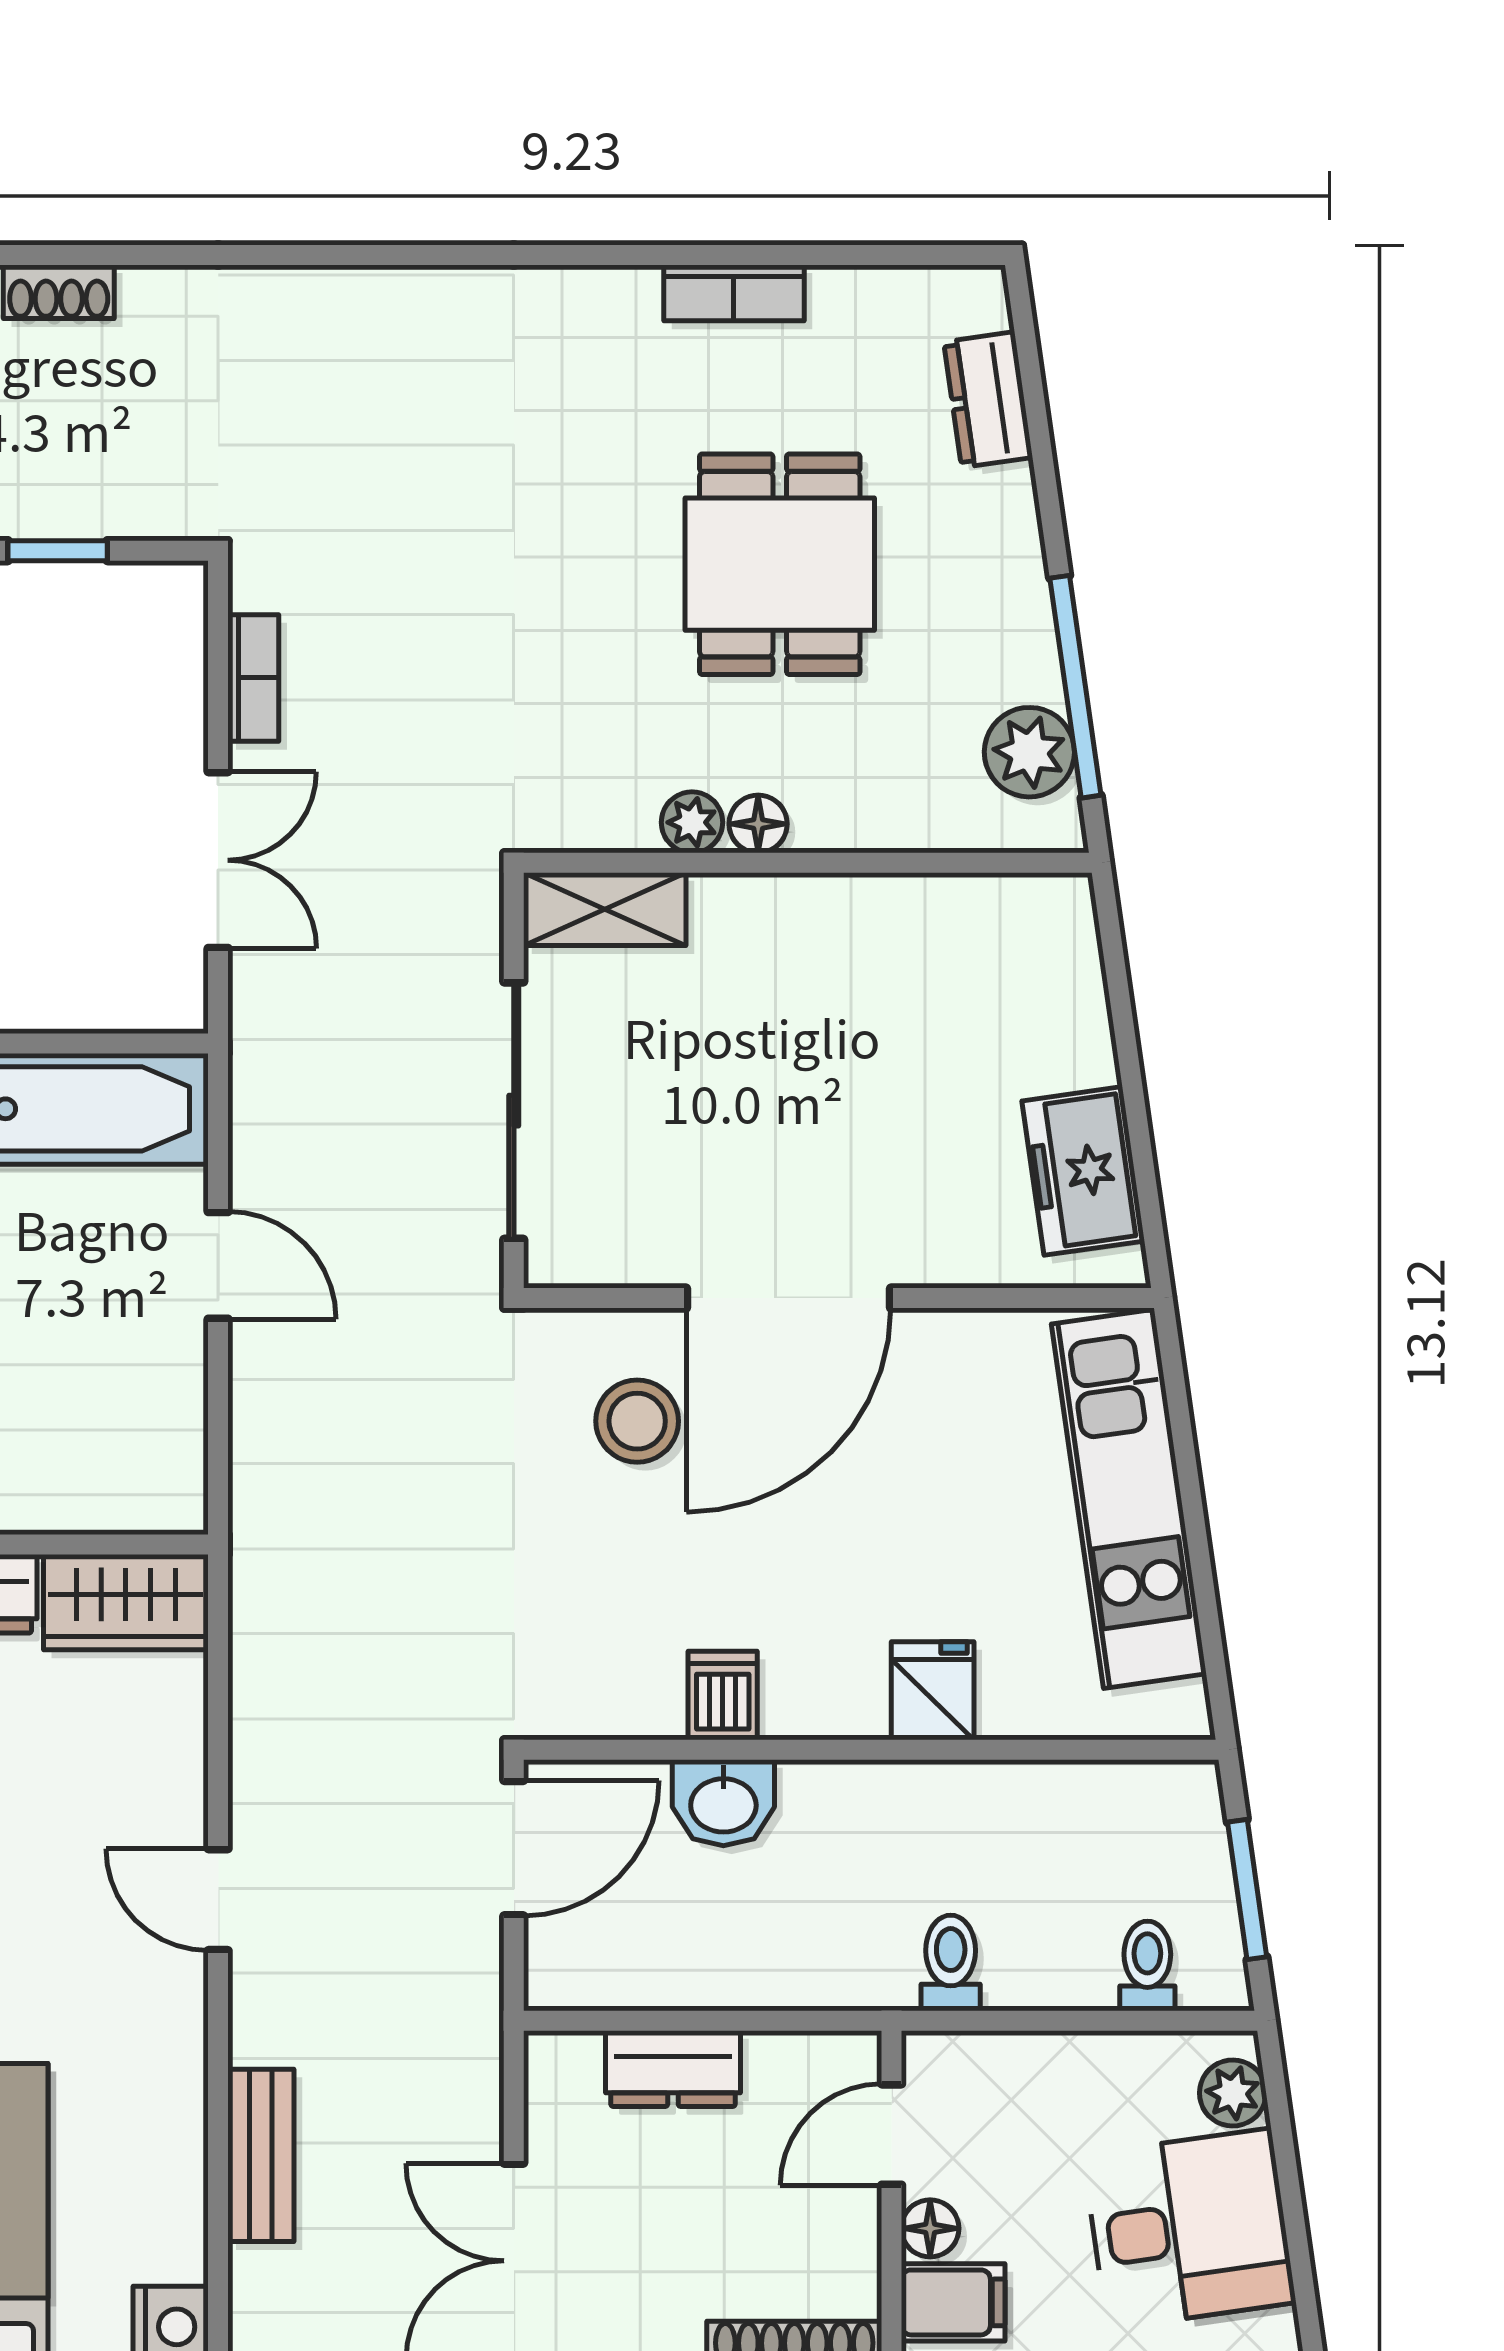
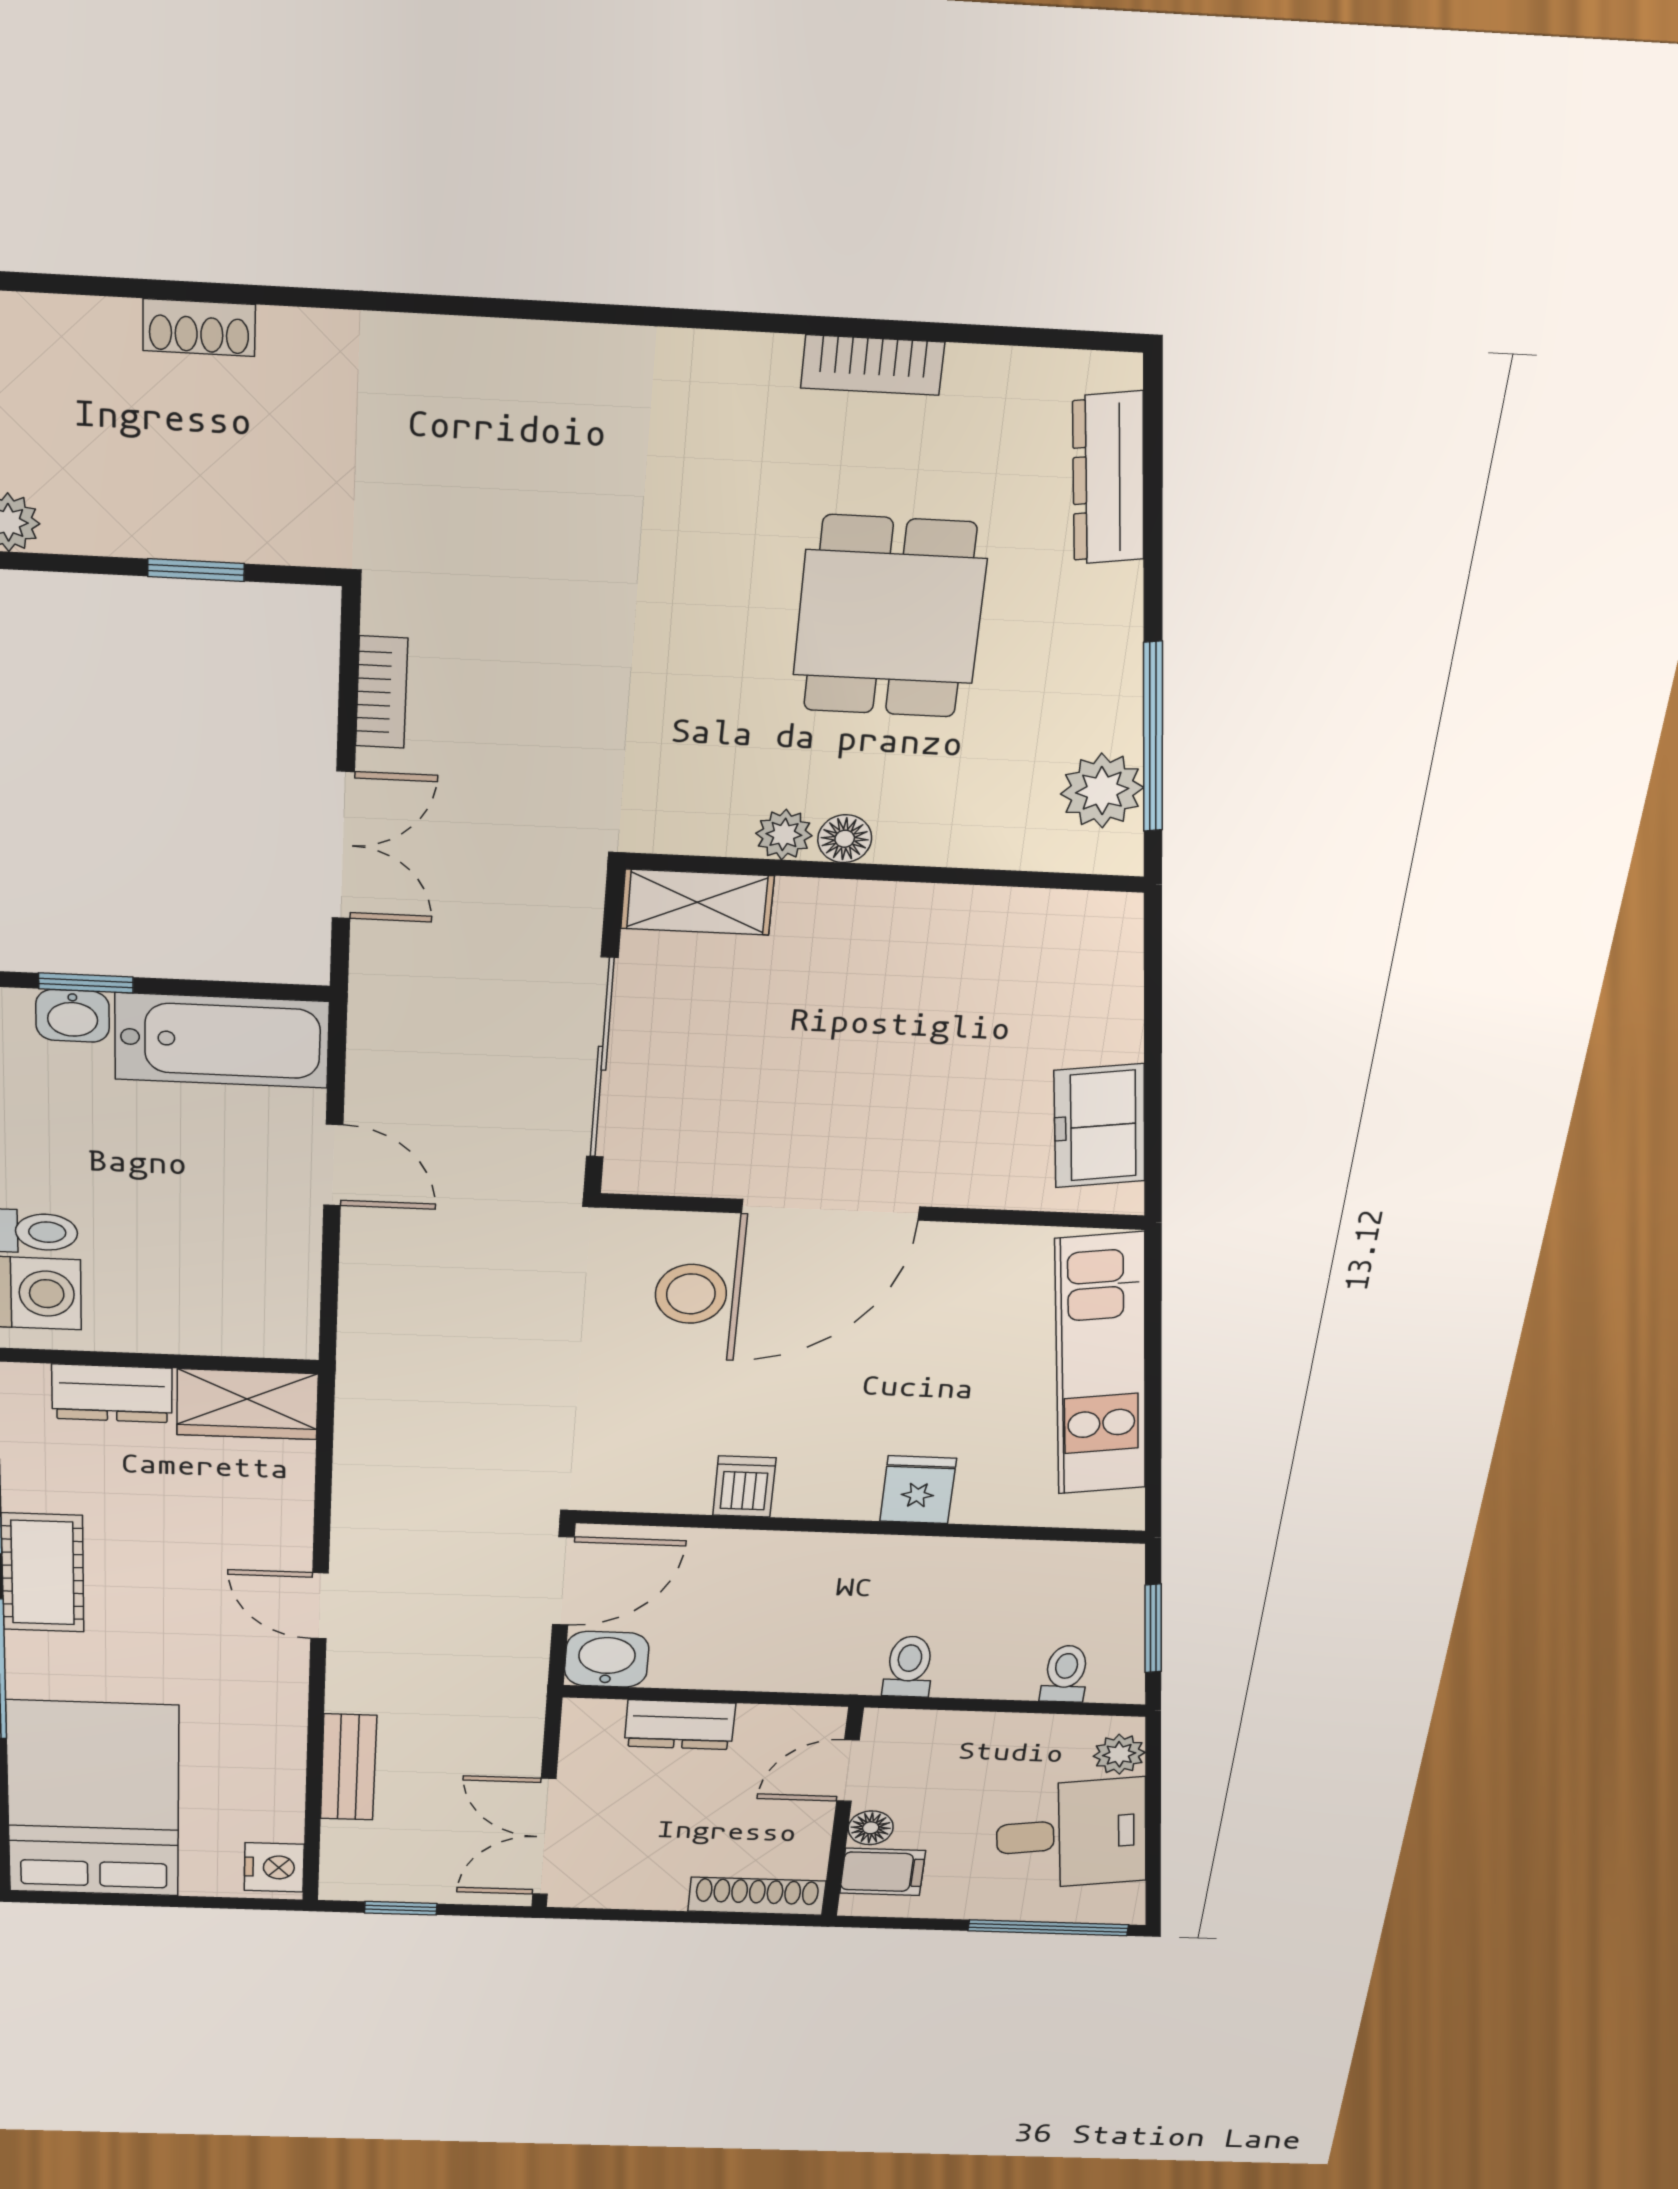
dresser: (988, 400) -> (1108, 478), width x1.44
washbasin: (723, 1803) -> (607, 1659), moved, turned 180

